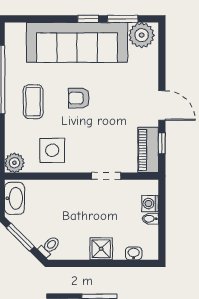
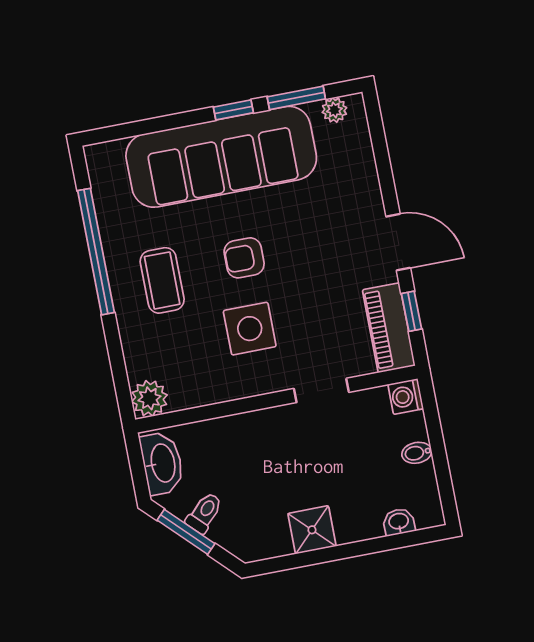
plant: (142, 35) -> (334, 110), width x0.53, depth x0.53
side table: (52, 150) -> (250, 329), moved
washing machine: (150, 204) -> (406, 396), moved
toilet: (49, 246) -> (204, 513), moved
shower: (101, 249) -> (312, 530), moved

